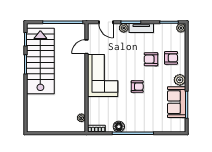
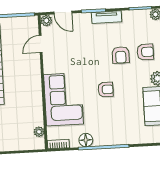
plant: (124, 28) -> (46, 21), moved
armchair: (151, 59) -> (121, 55), turned -90
corner sofa: (103, 76) -> (64, 99), moved

